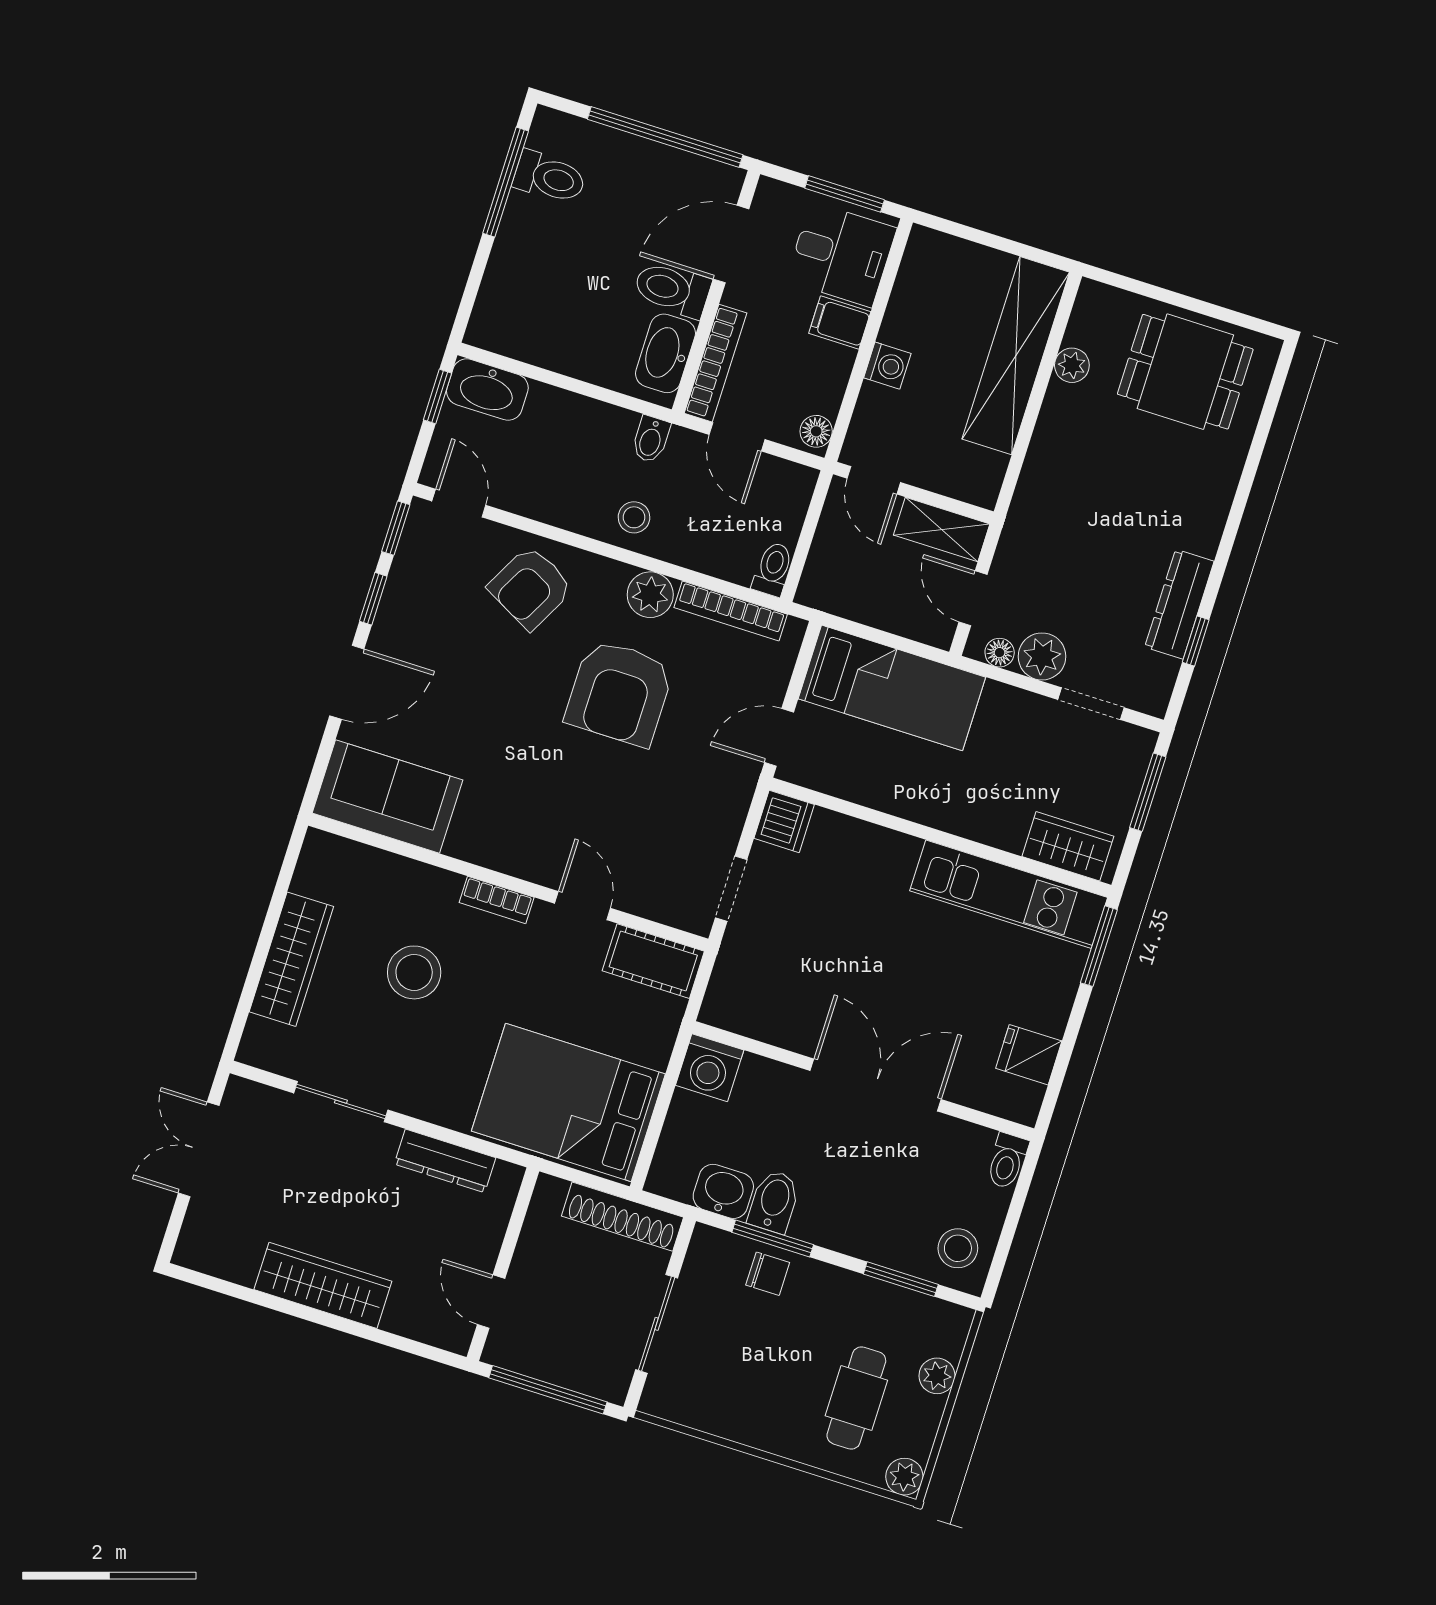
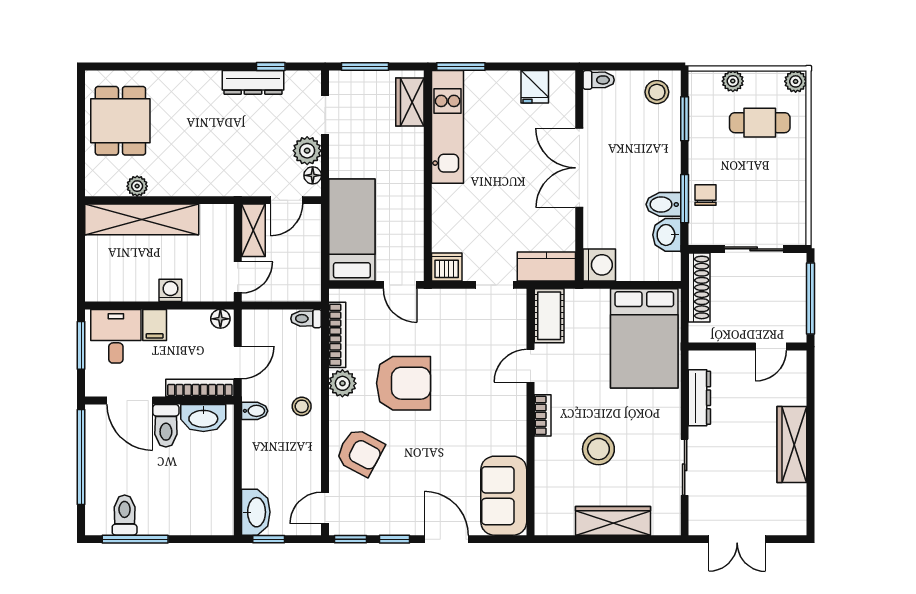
kitchen counter: (734, 982) -> (546, 266), added

